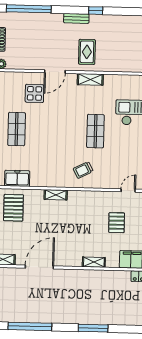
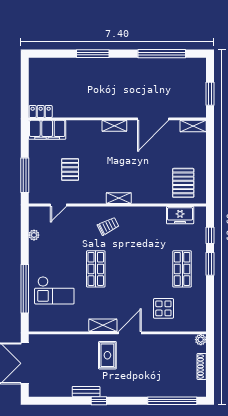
bench: (76, 18) -> (86, 392), moved
door: (55, 72) -> (130, 333), moved
shelving: (56, 195) -> (119, 198), moved
shelving: (94, 262) -> (114, 126), moved

